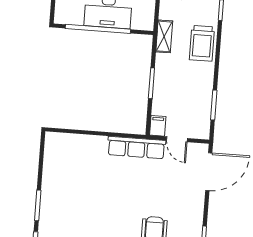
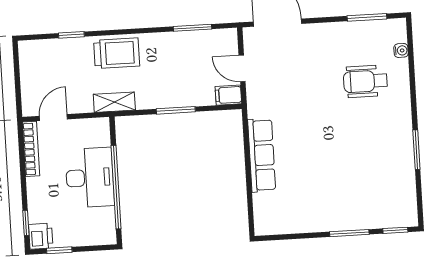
door: (177, 139) -> (242, 68), swing flipped
row of seats: (136, 148) -> (262, 155), moved

